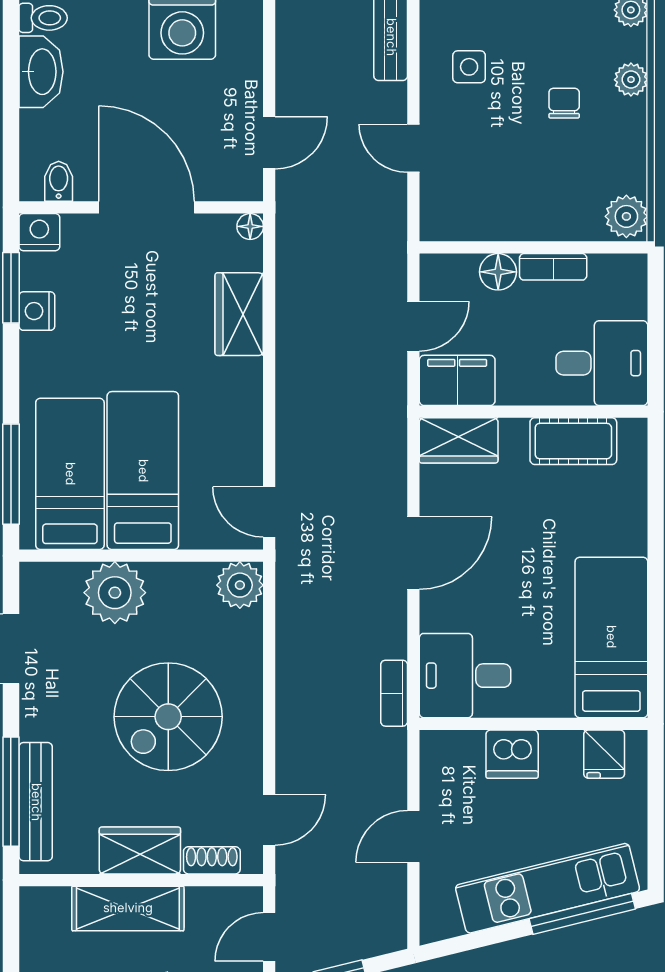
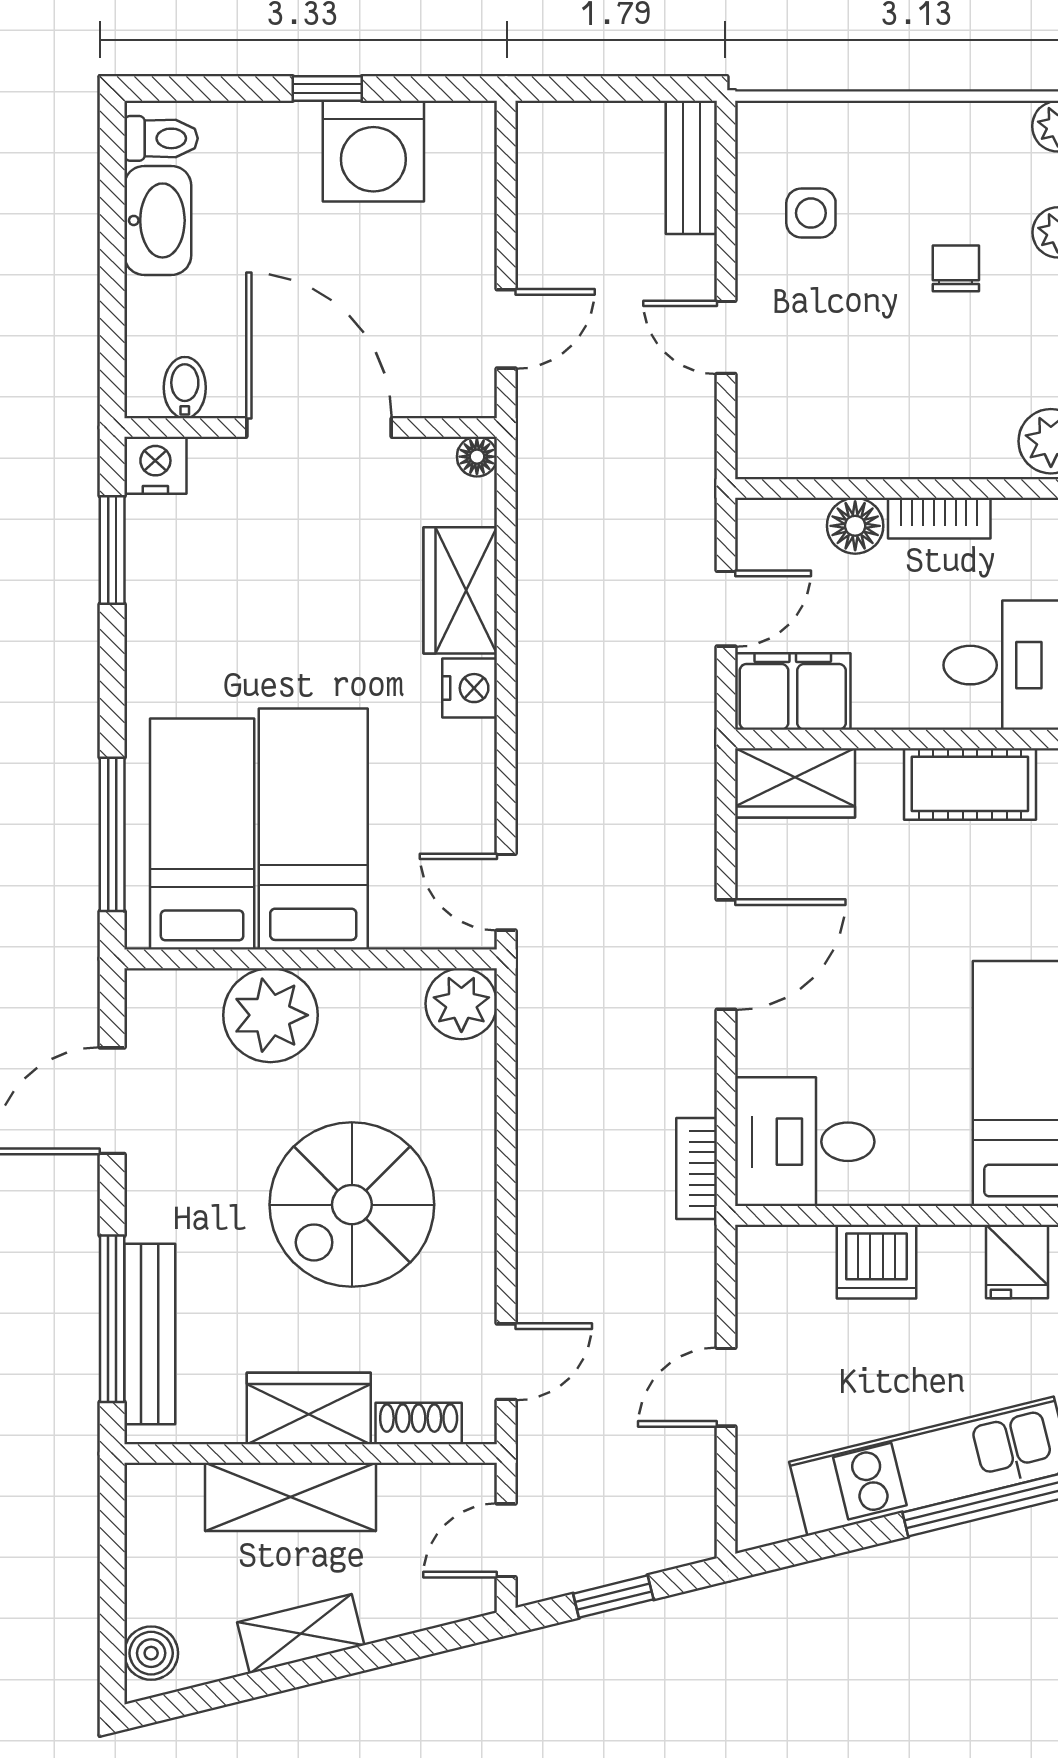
nightstand: (37, 311) -> (470, 688), moved, turned 180

